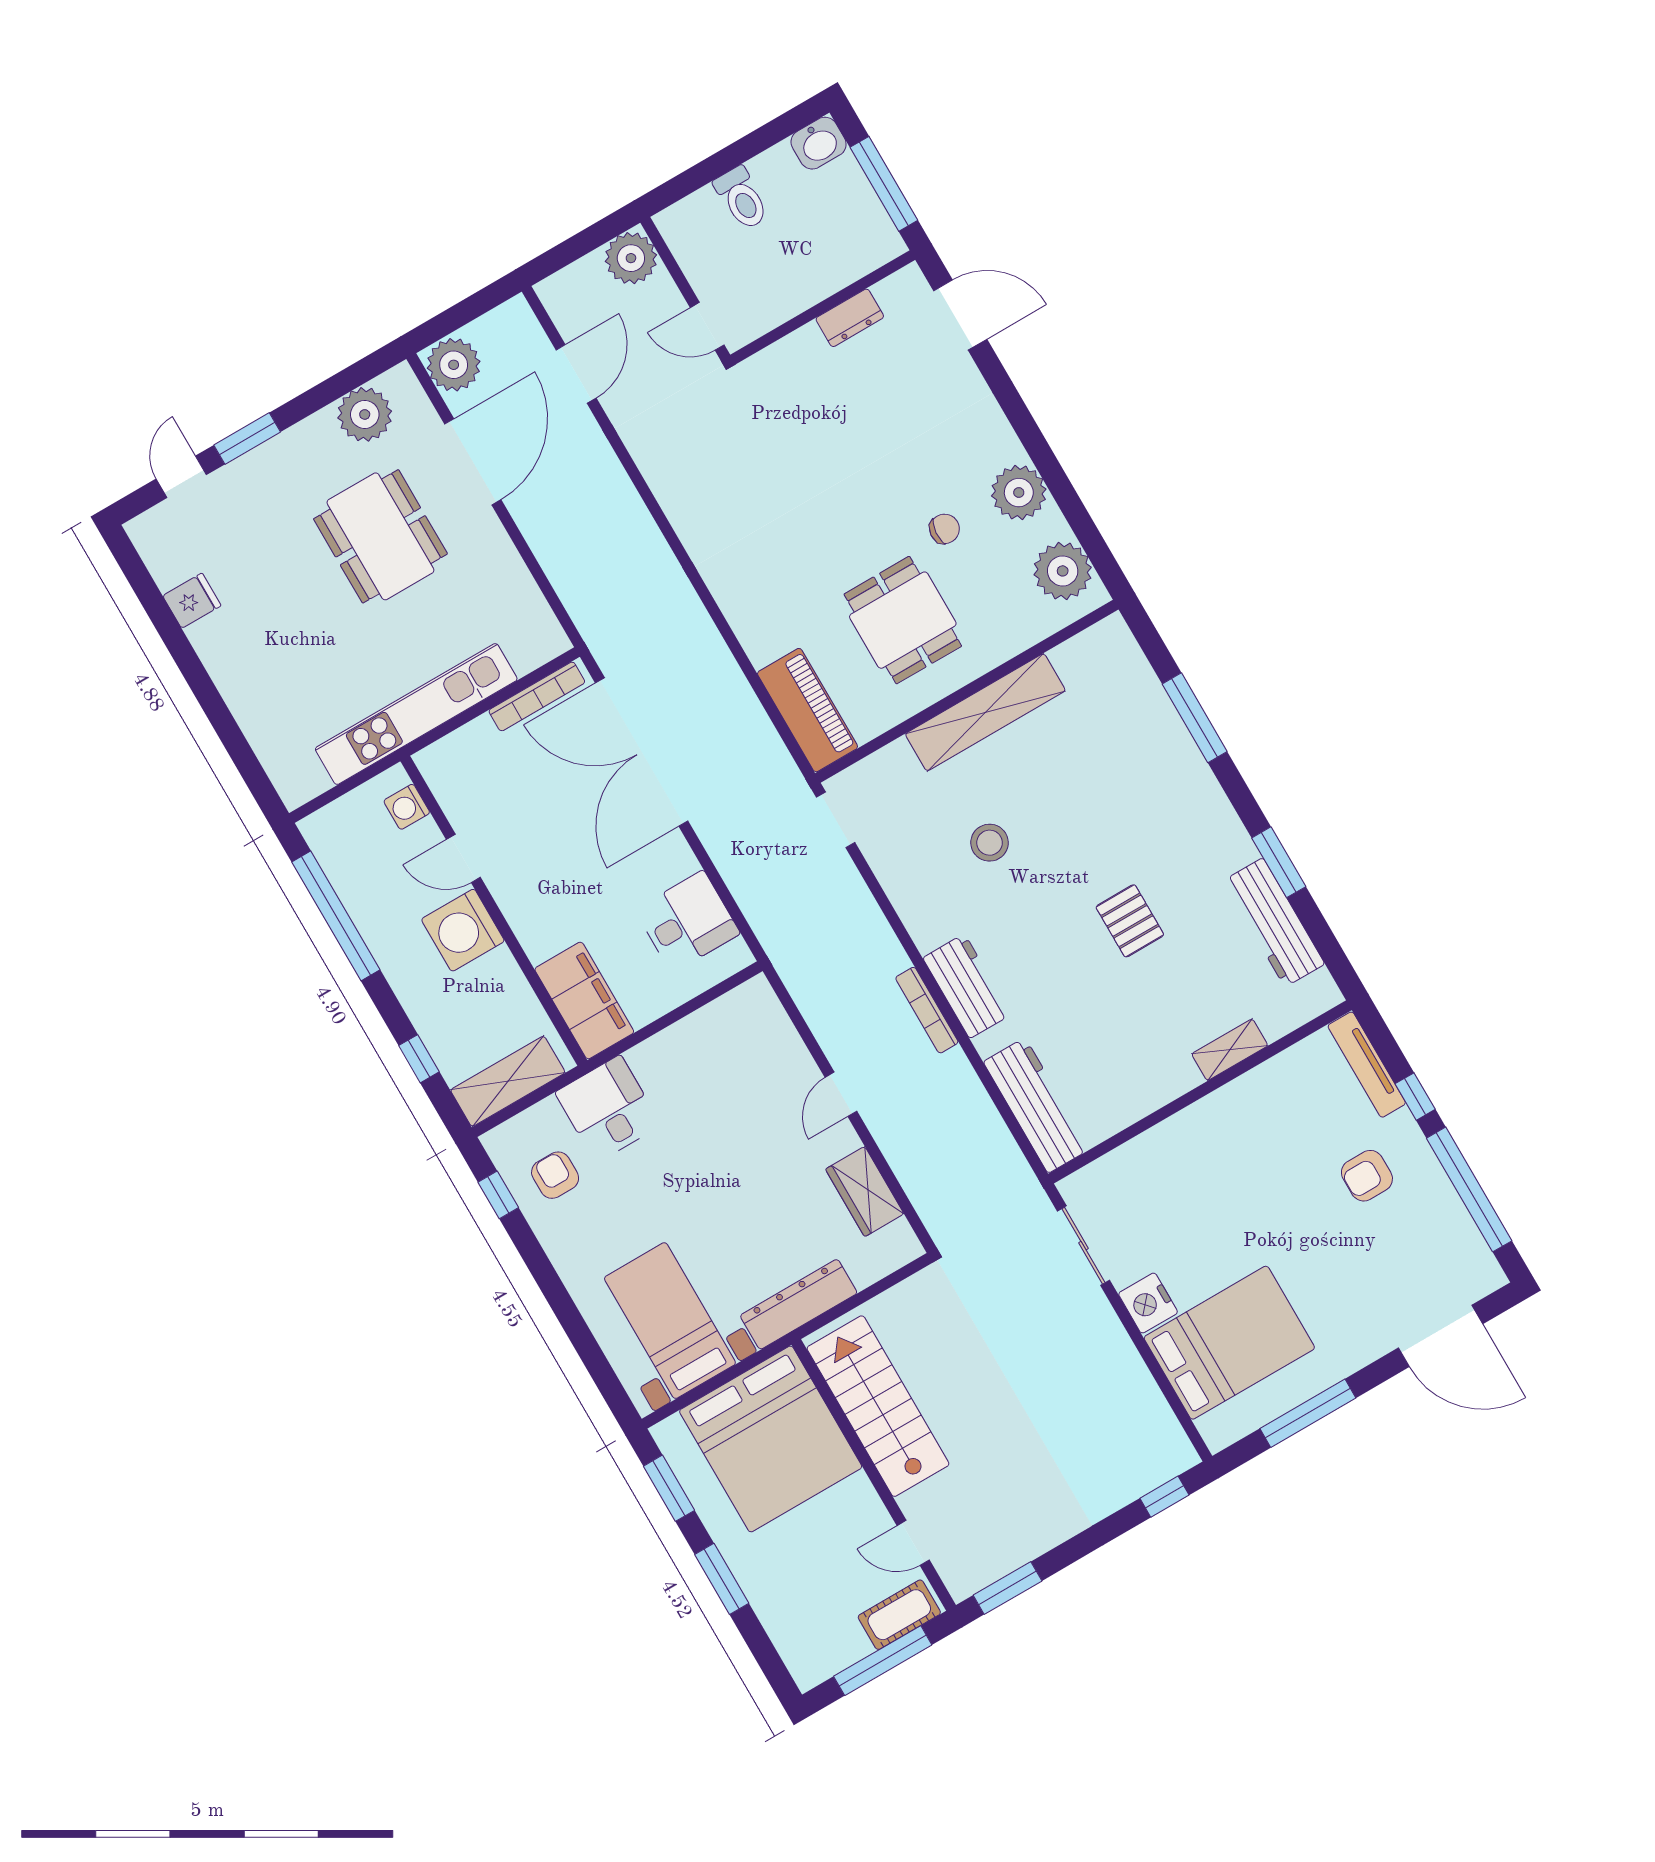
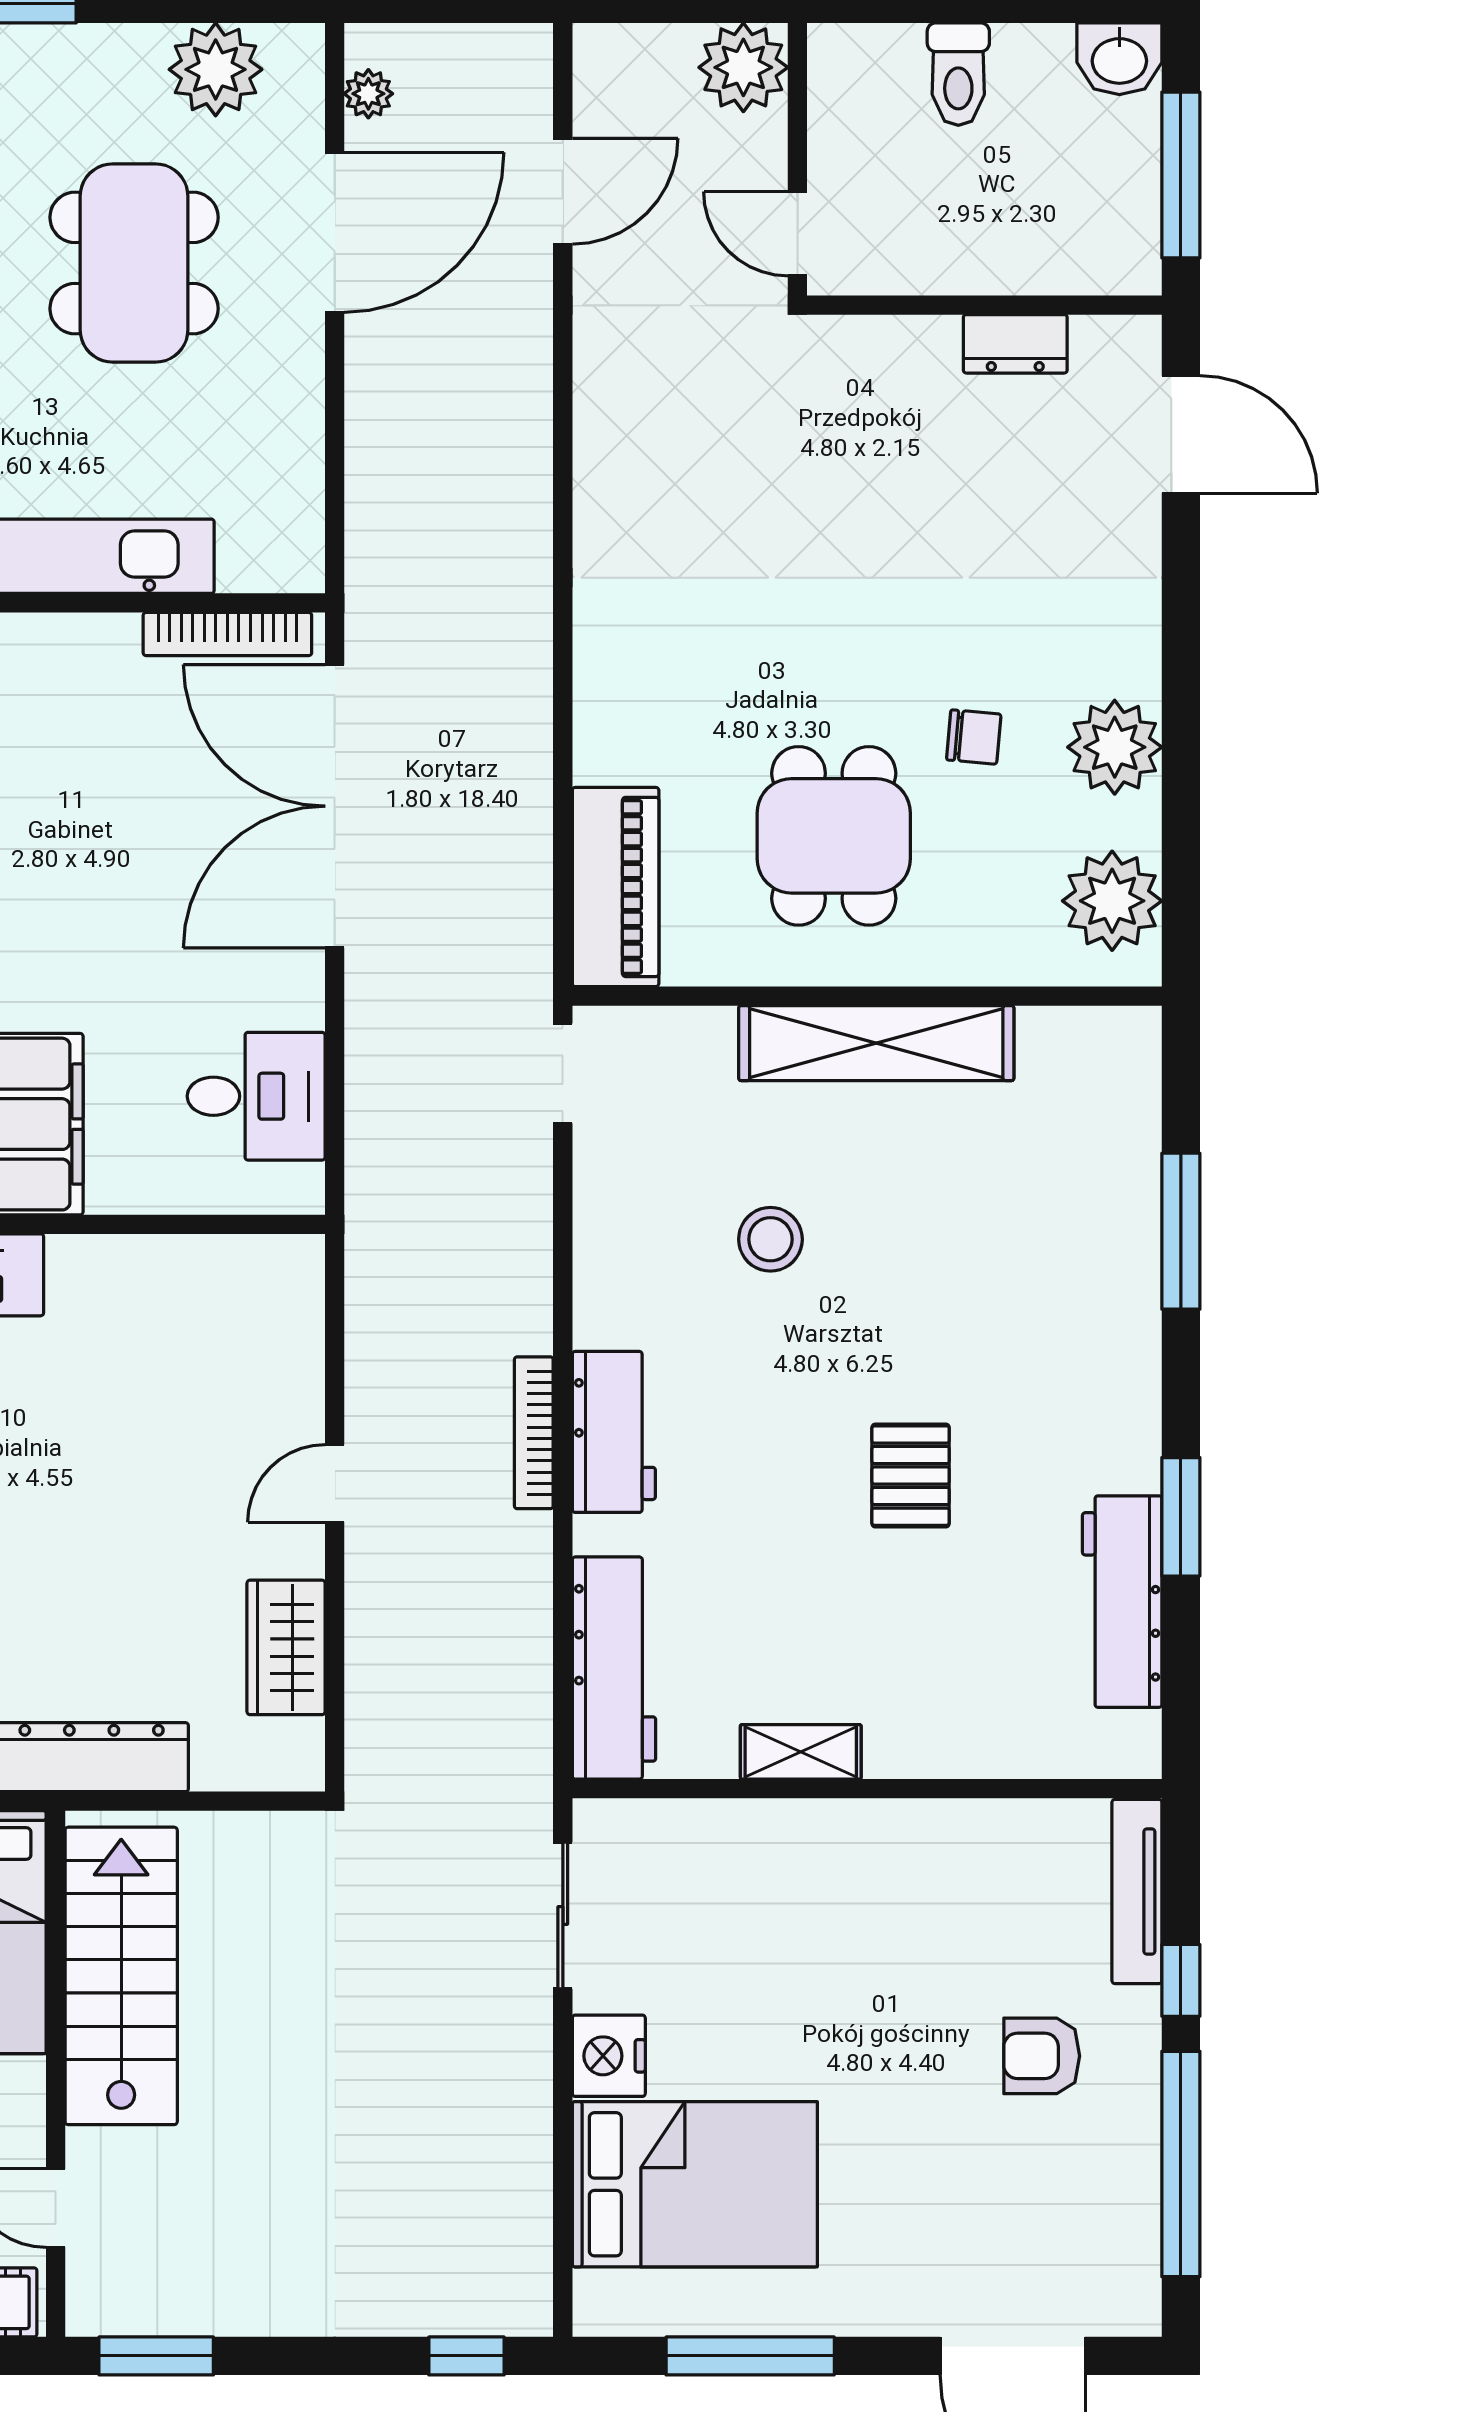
plant: (454, 365) -> (368, 94), width x0.53, depth x0.53
shelving: (1230, 1050) -> (801, 1752), moved

